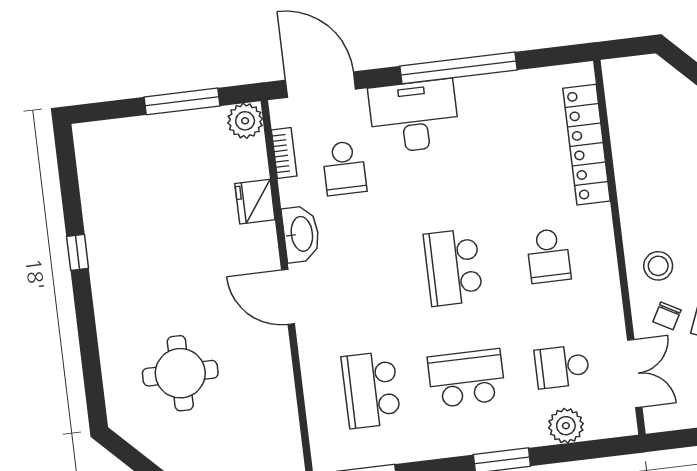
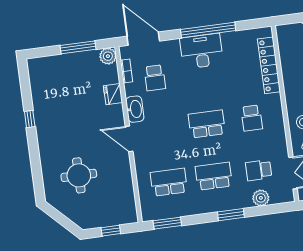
desk: (414, 116) -> (202, 51), moved
school desk: (453, 267) -> (207, 124), turned 90
school desk: (371, 390) -> (169, 182), turned 90

